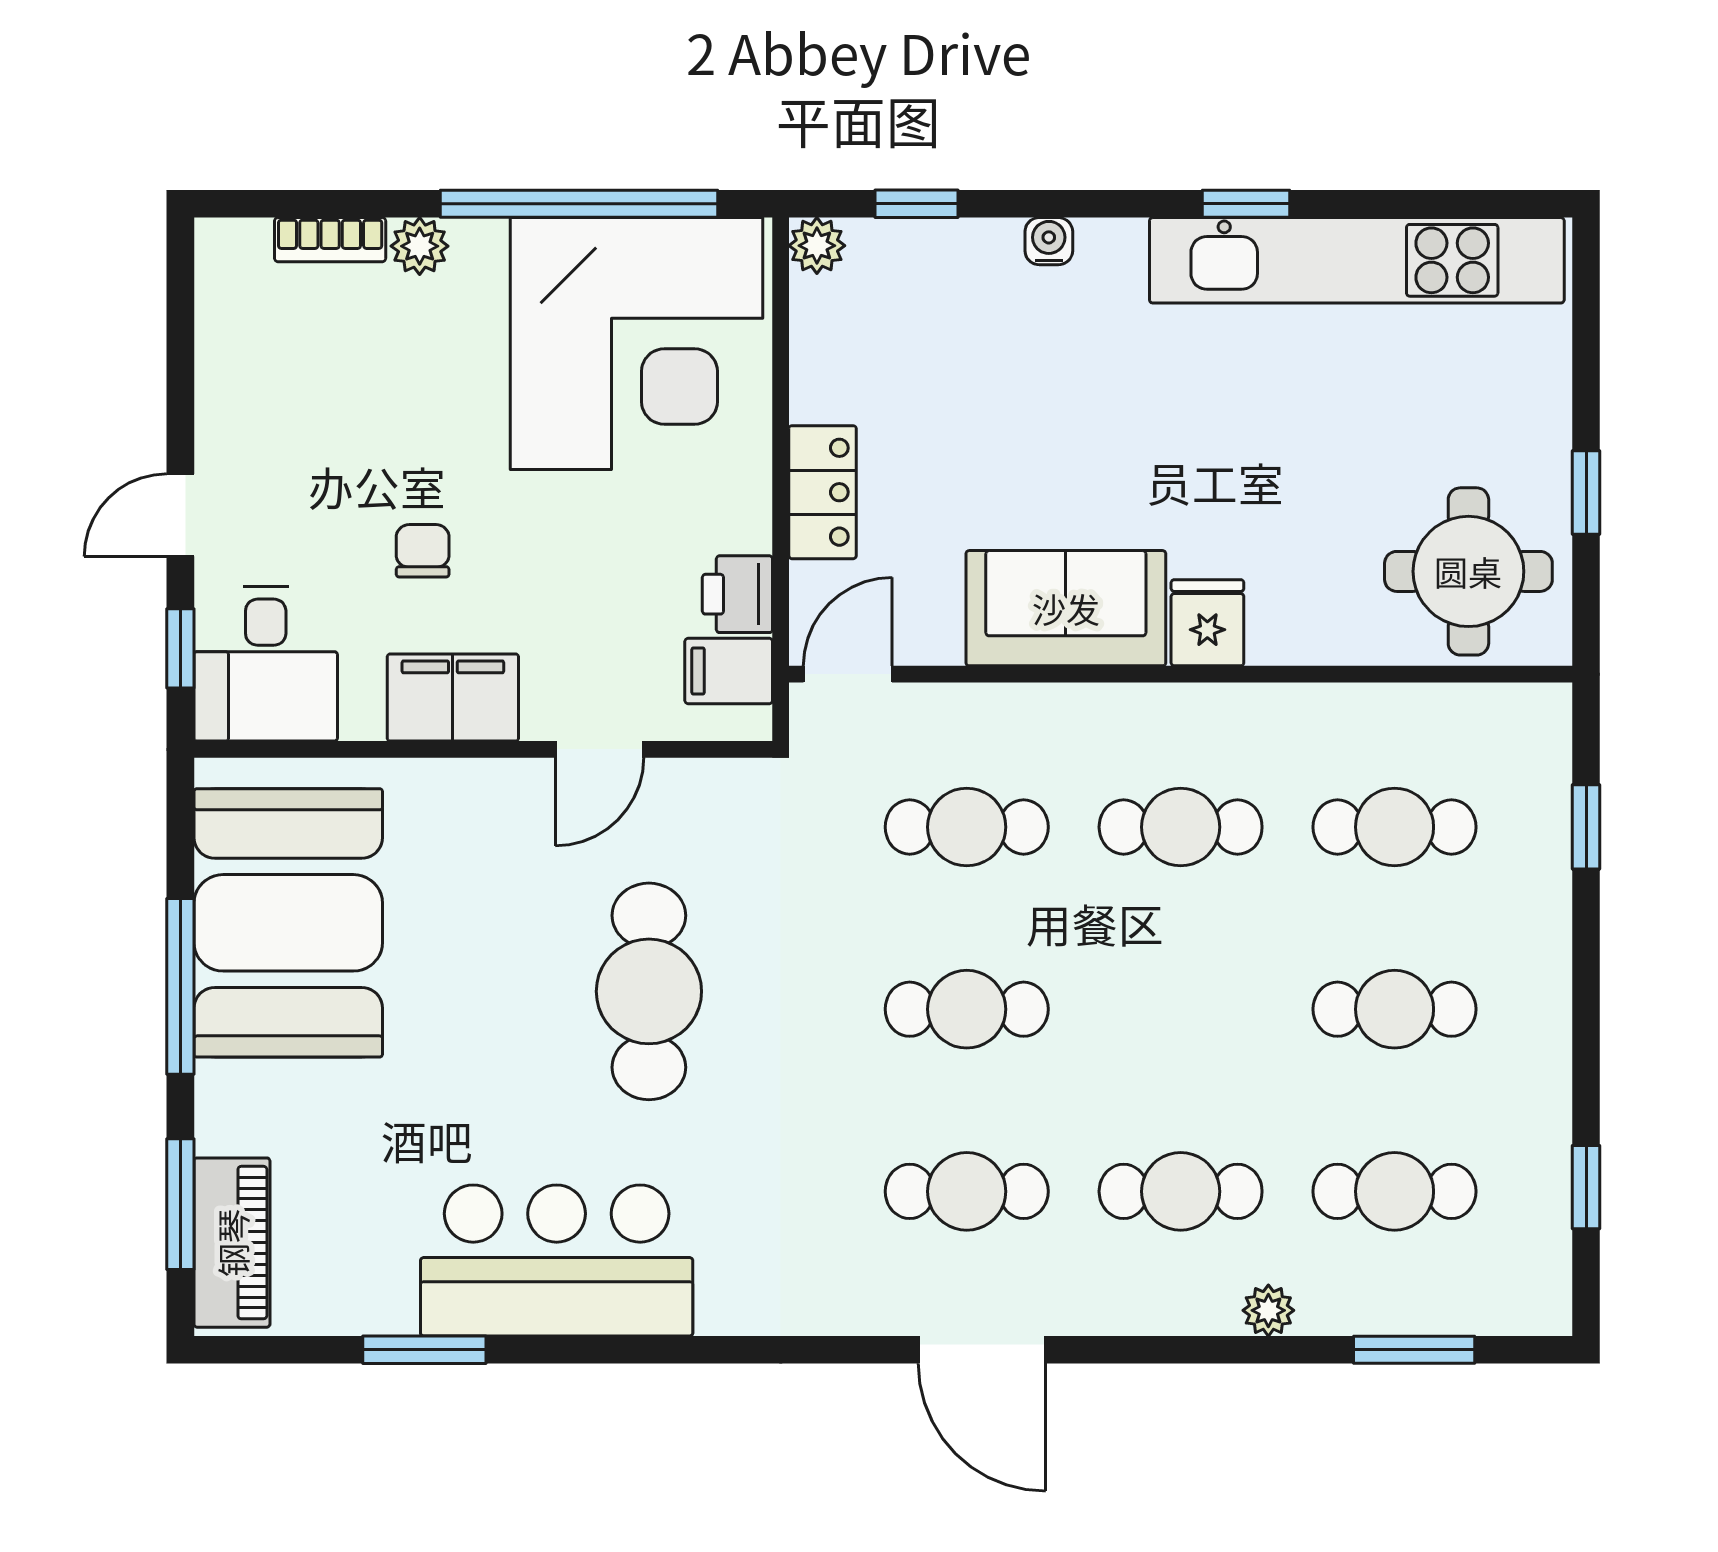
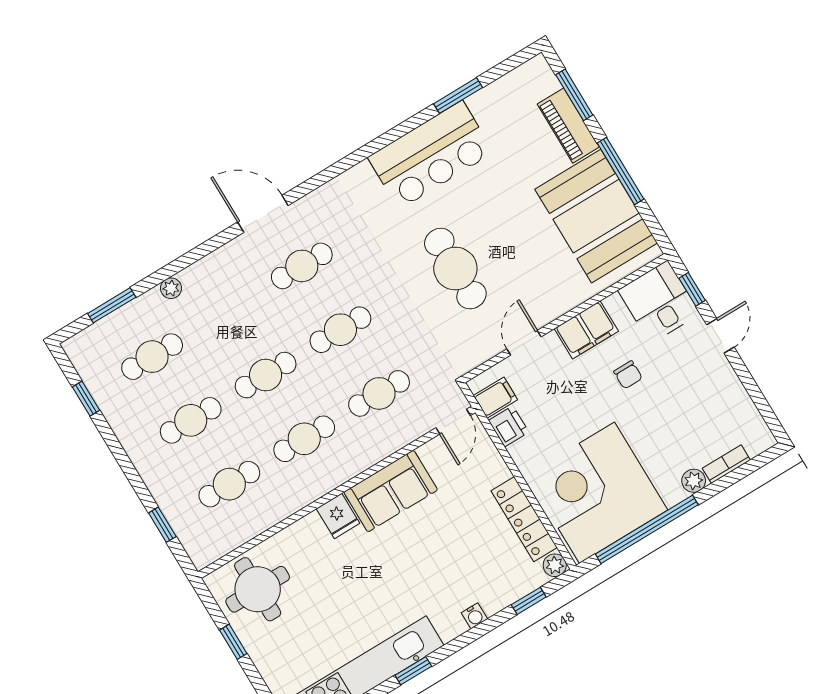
locker: (823, 492) -> (524, 519), moved, width x1.53
cafe table: (1181, 1191) -> (266, 375), moved
piano: (232, 1243) -> (568, 126), moved

